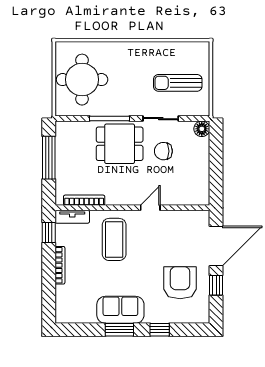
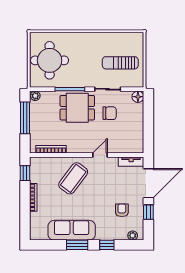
plant: (63, 128) -> (35, 96), added
chair: (163, 151) -> (110, 113), turned 180
tv unit: (72, 217) -> (131, 162), moved
coffee table: (114, 239) -> (73, 178), turned 37
armchair: (180, 283) -> (122, 210), width x0.53, depth x0.53
sofa: (120, 310) -> (72, 230), width x1.36
plant: (195, 317) -> (133, 236), added

